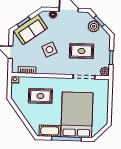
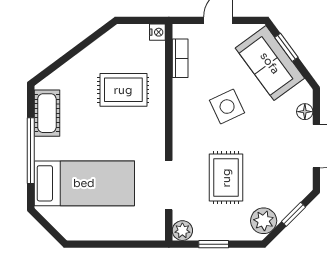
plant: (94, 26) -> (264, 221), moved
rug: (40, 96) -> (123, 90), turned 90
bed: (77, 115) -> (84, 183), width x0.67

